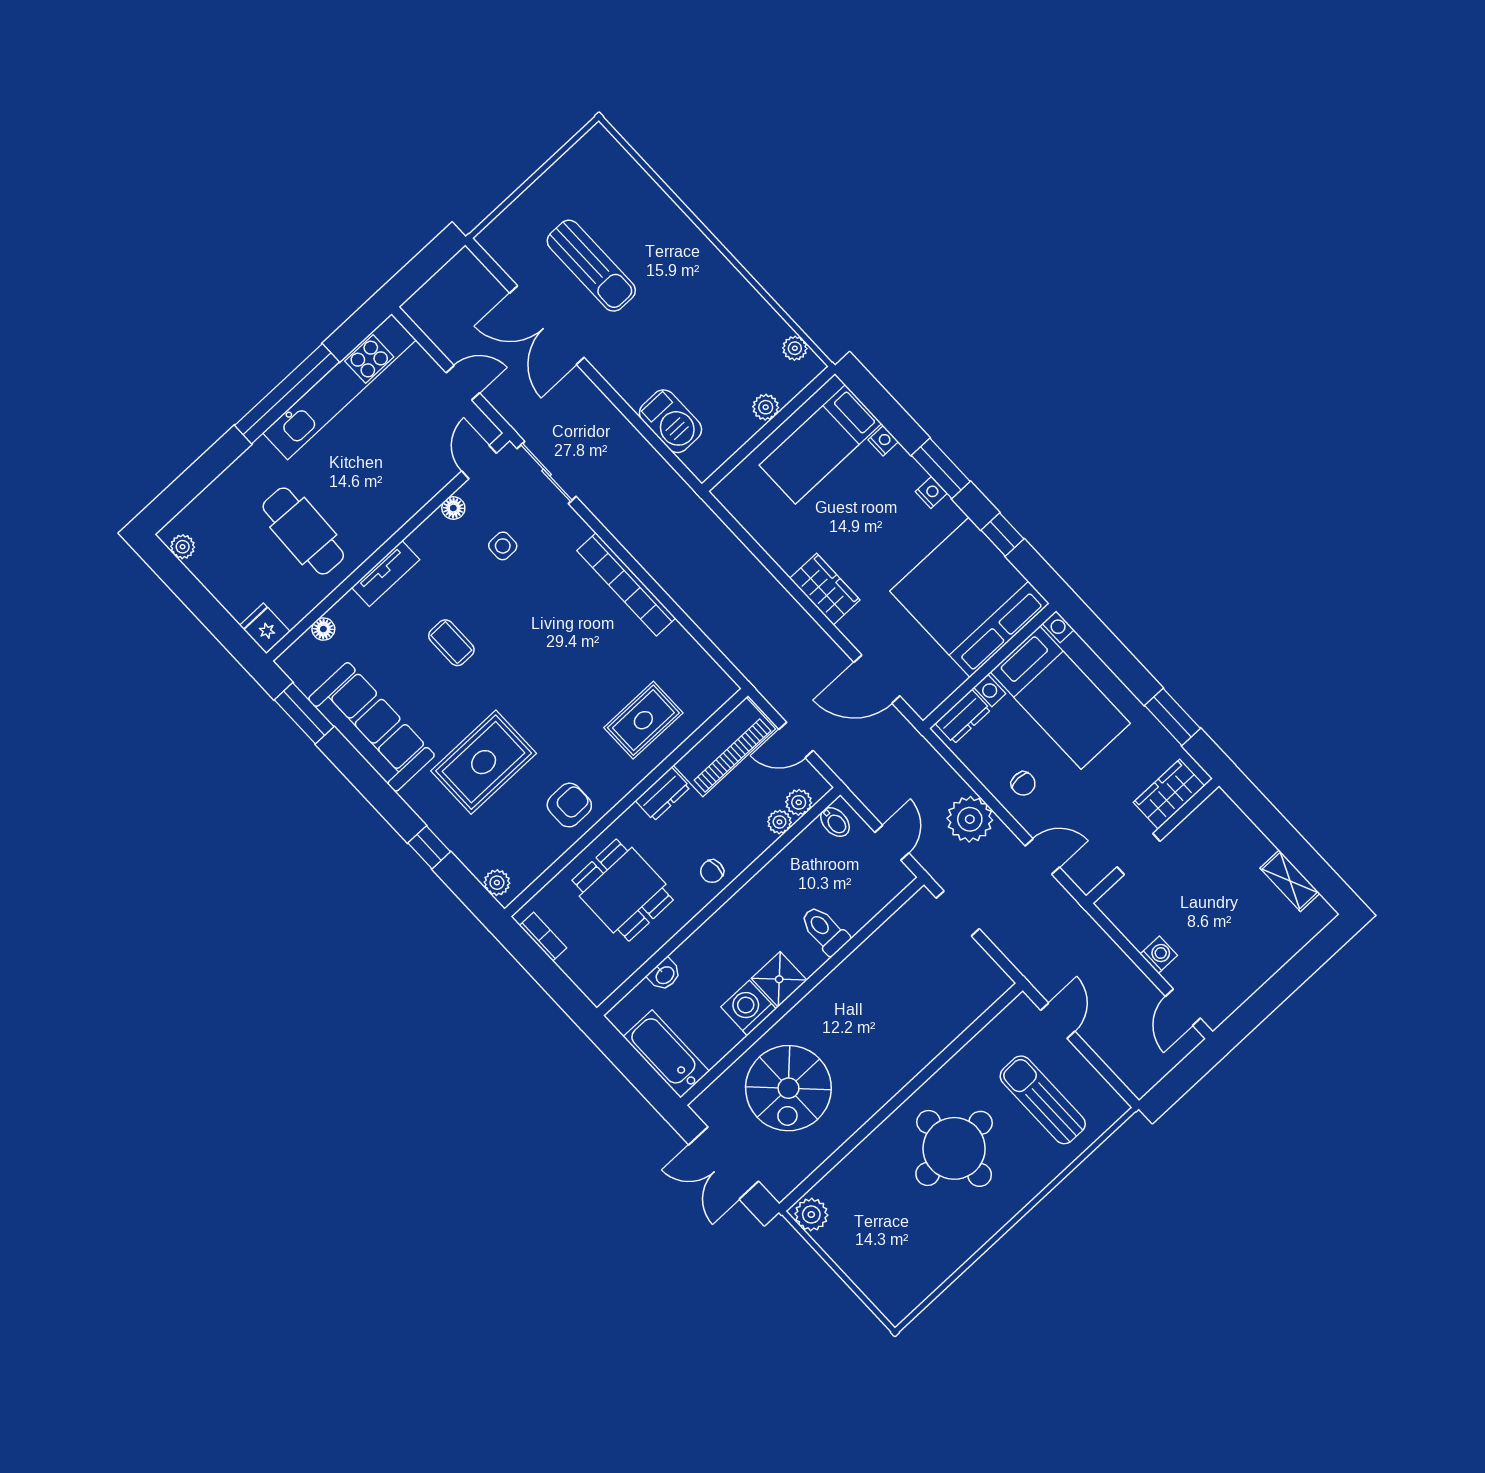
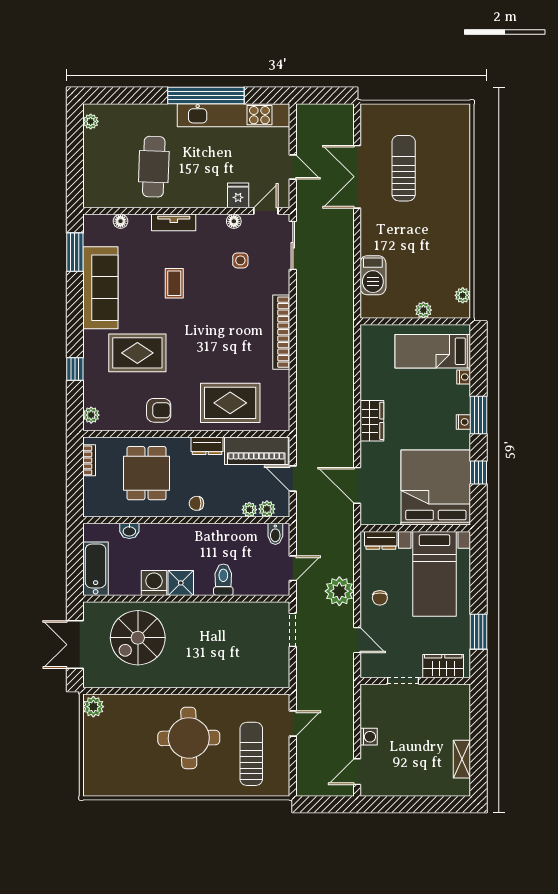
sun lounger: (591, 266) -> (404, 168), turned 180
fridge: (265, 628) -> (238, 195), moved
rug: (643, 720) -> (230, 403), width x1.36, depth x1.43

